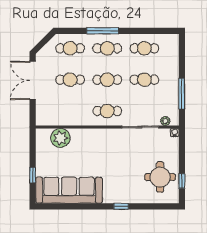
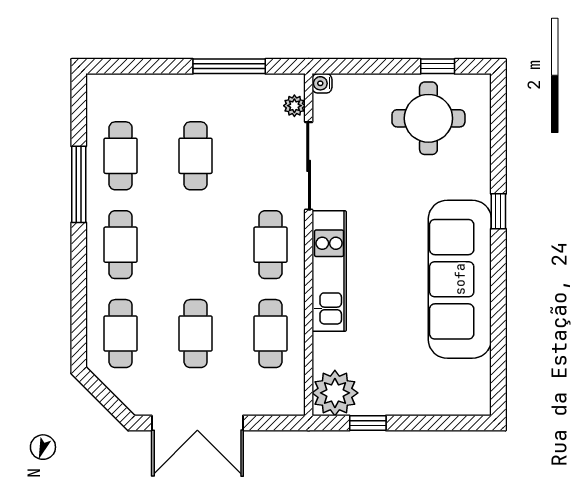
window: (103, 31) -> (79, 184), moved
cafe table: (107, 80) -> (270, 334), moved
kitchen unit: (96, 136) -> (329, 271), added
plant: (60, 138) -> (335, 393), moved
window: (33, 175) -> (368, 423), moved
sofa: (69, 190) -> (460, 279), moved

